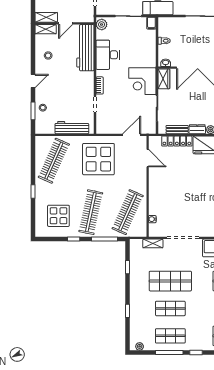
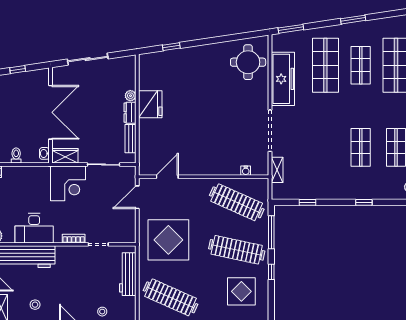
door: (132, 135) -> (137, 197), hinge flipped
locker: (177, 141) -> (145, 139), removed
shop shelf: (170, 281) -> (325, 147), removed

